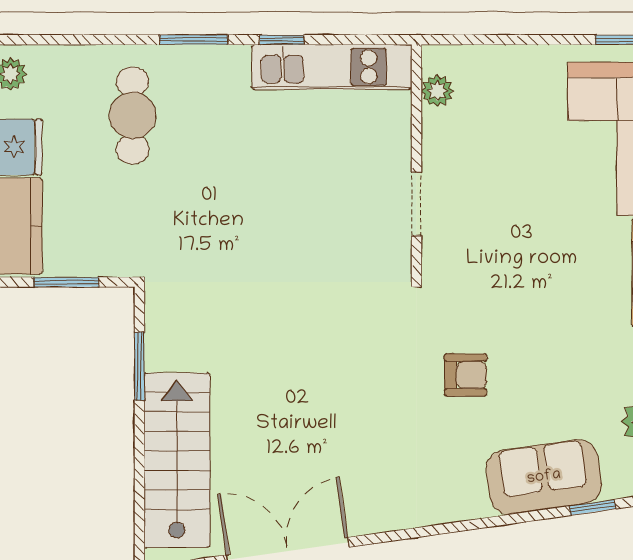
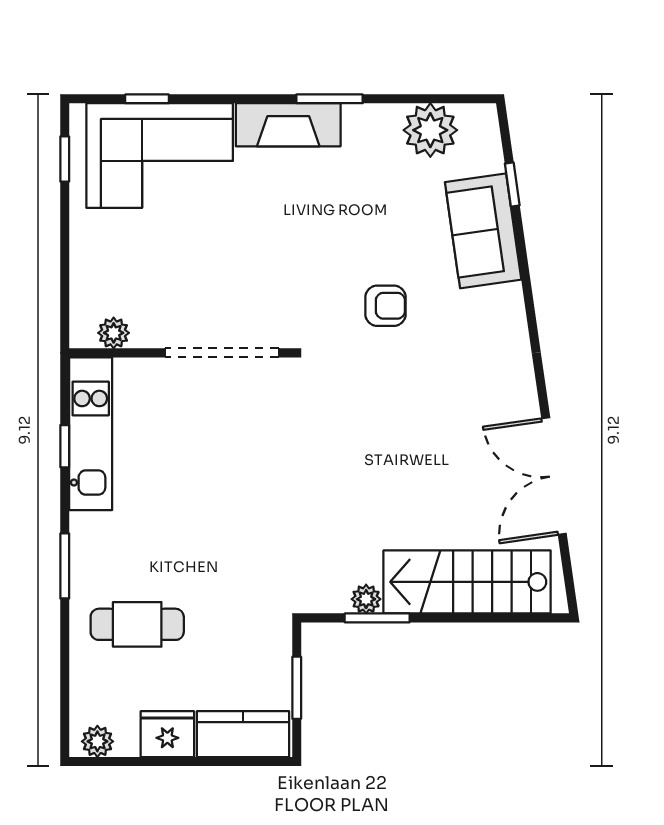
window: (282, 40) -> (65, 446), moved
doorway: (416, 204) -> (222, 353), width x1.88
plant: (159, 355) -> (366, 599), added
armchair: (466, 375) -> (386, 306), turned 90

